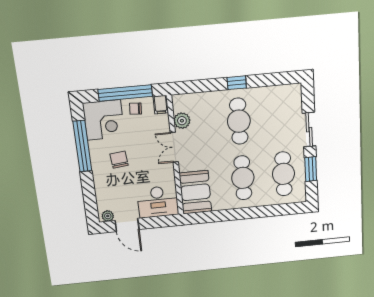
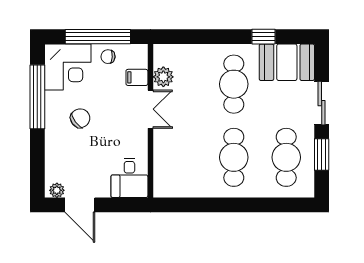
window: (237, 83) -> (264, 37), moved
filing cabinet: (161, 105) -> (137, 77), moved, turned 90
double door: (174, 147) -> (150, 109), swing flipped
chair: (119, 160) -> (80, 118), turned 59
booth: (195, 192) -> (287, 62), moved, turned 90
desk: (158, 202) -> (129, 178), width x0.73

